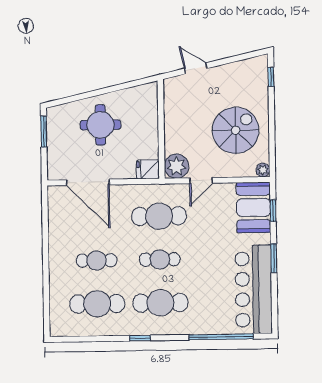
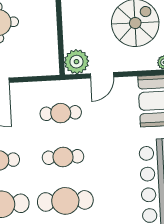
fridge: (148, 169) -> (48, 66), removed
cafe table: (159, 216) -> (61, 113), width x0.73, depth x0.74

